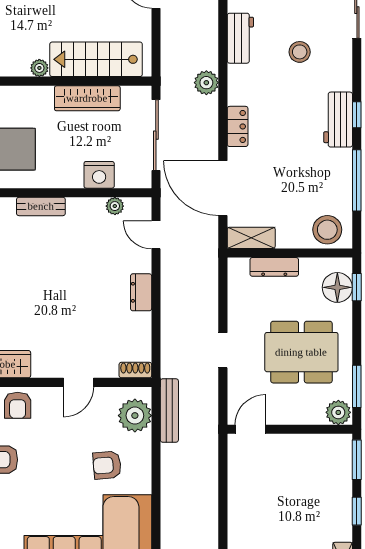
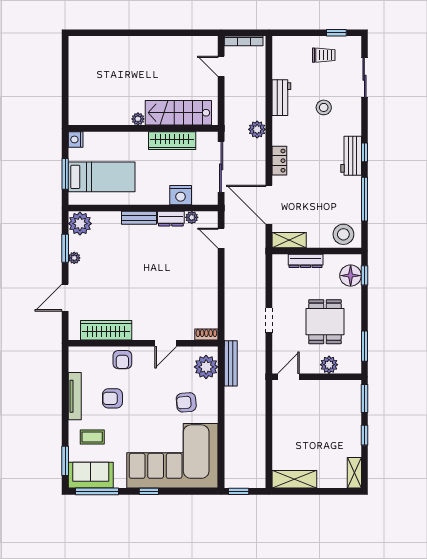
dresser: (141, 292) -> (171, 219), moved, turned -90
dining table: (301, 352) -> (325, 322), width x0.73
plant: (338, 412) -> (329, 365), moved

